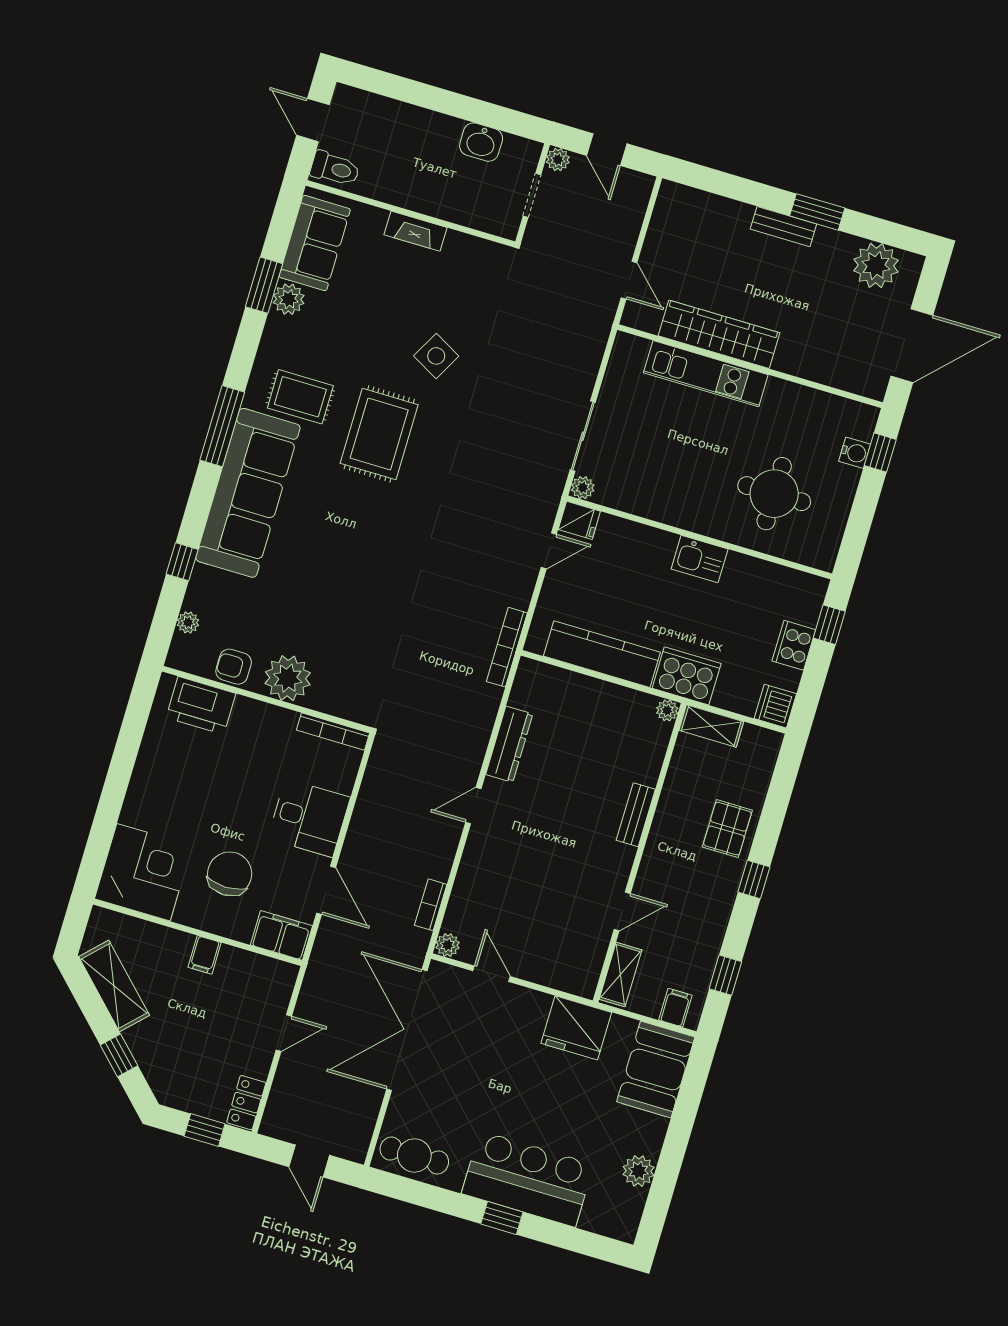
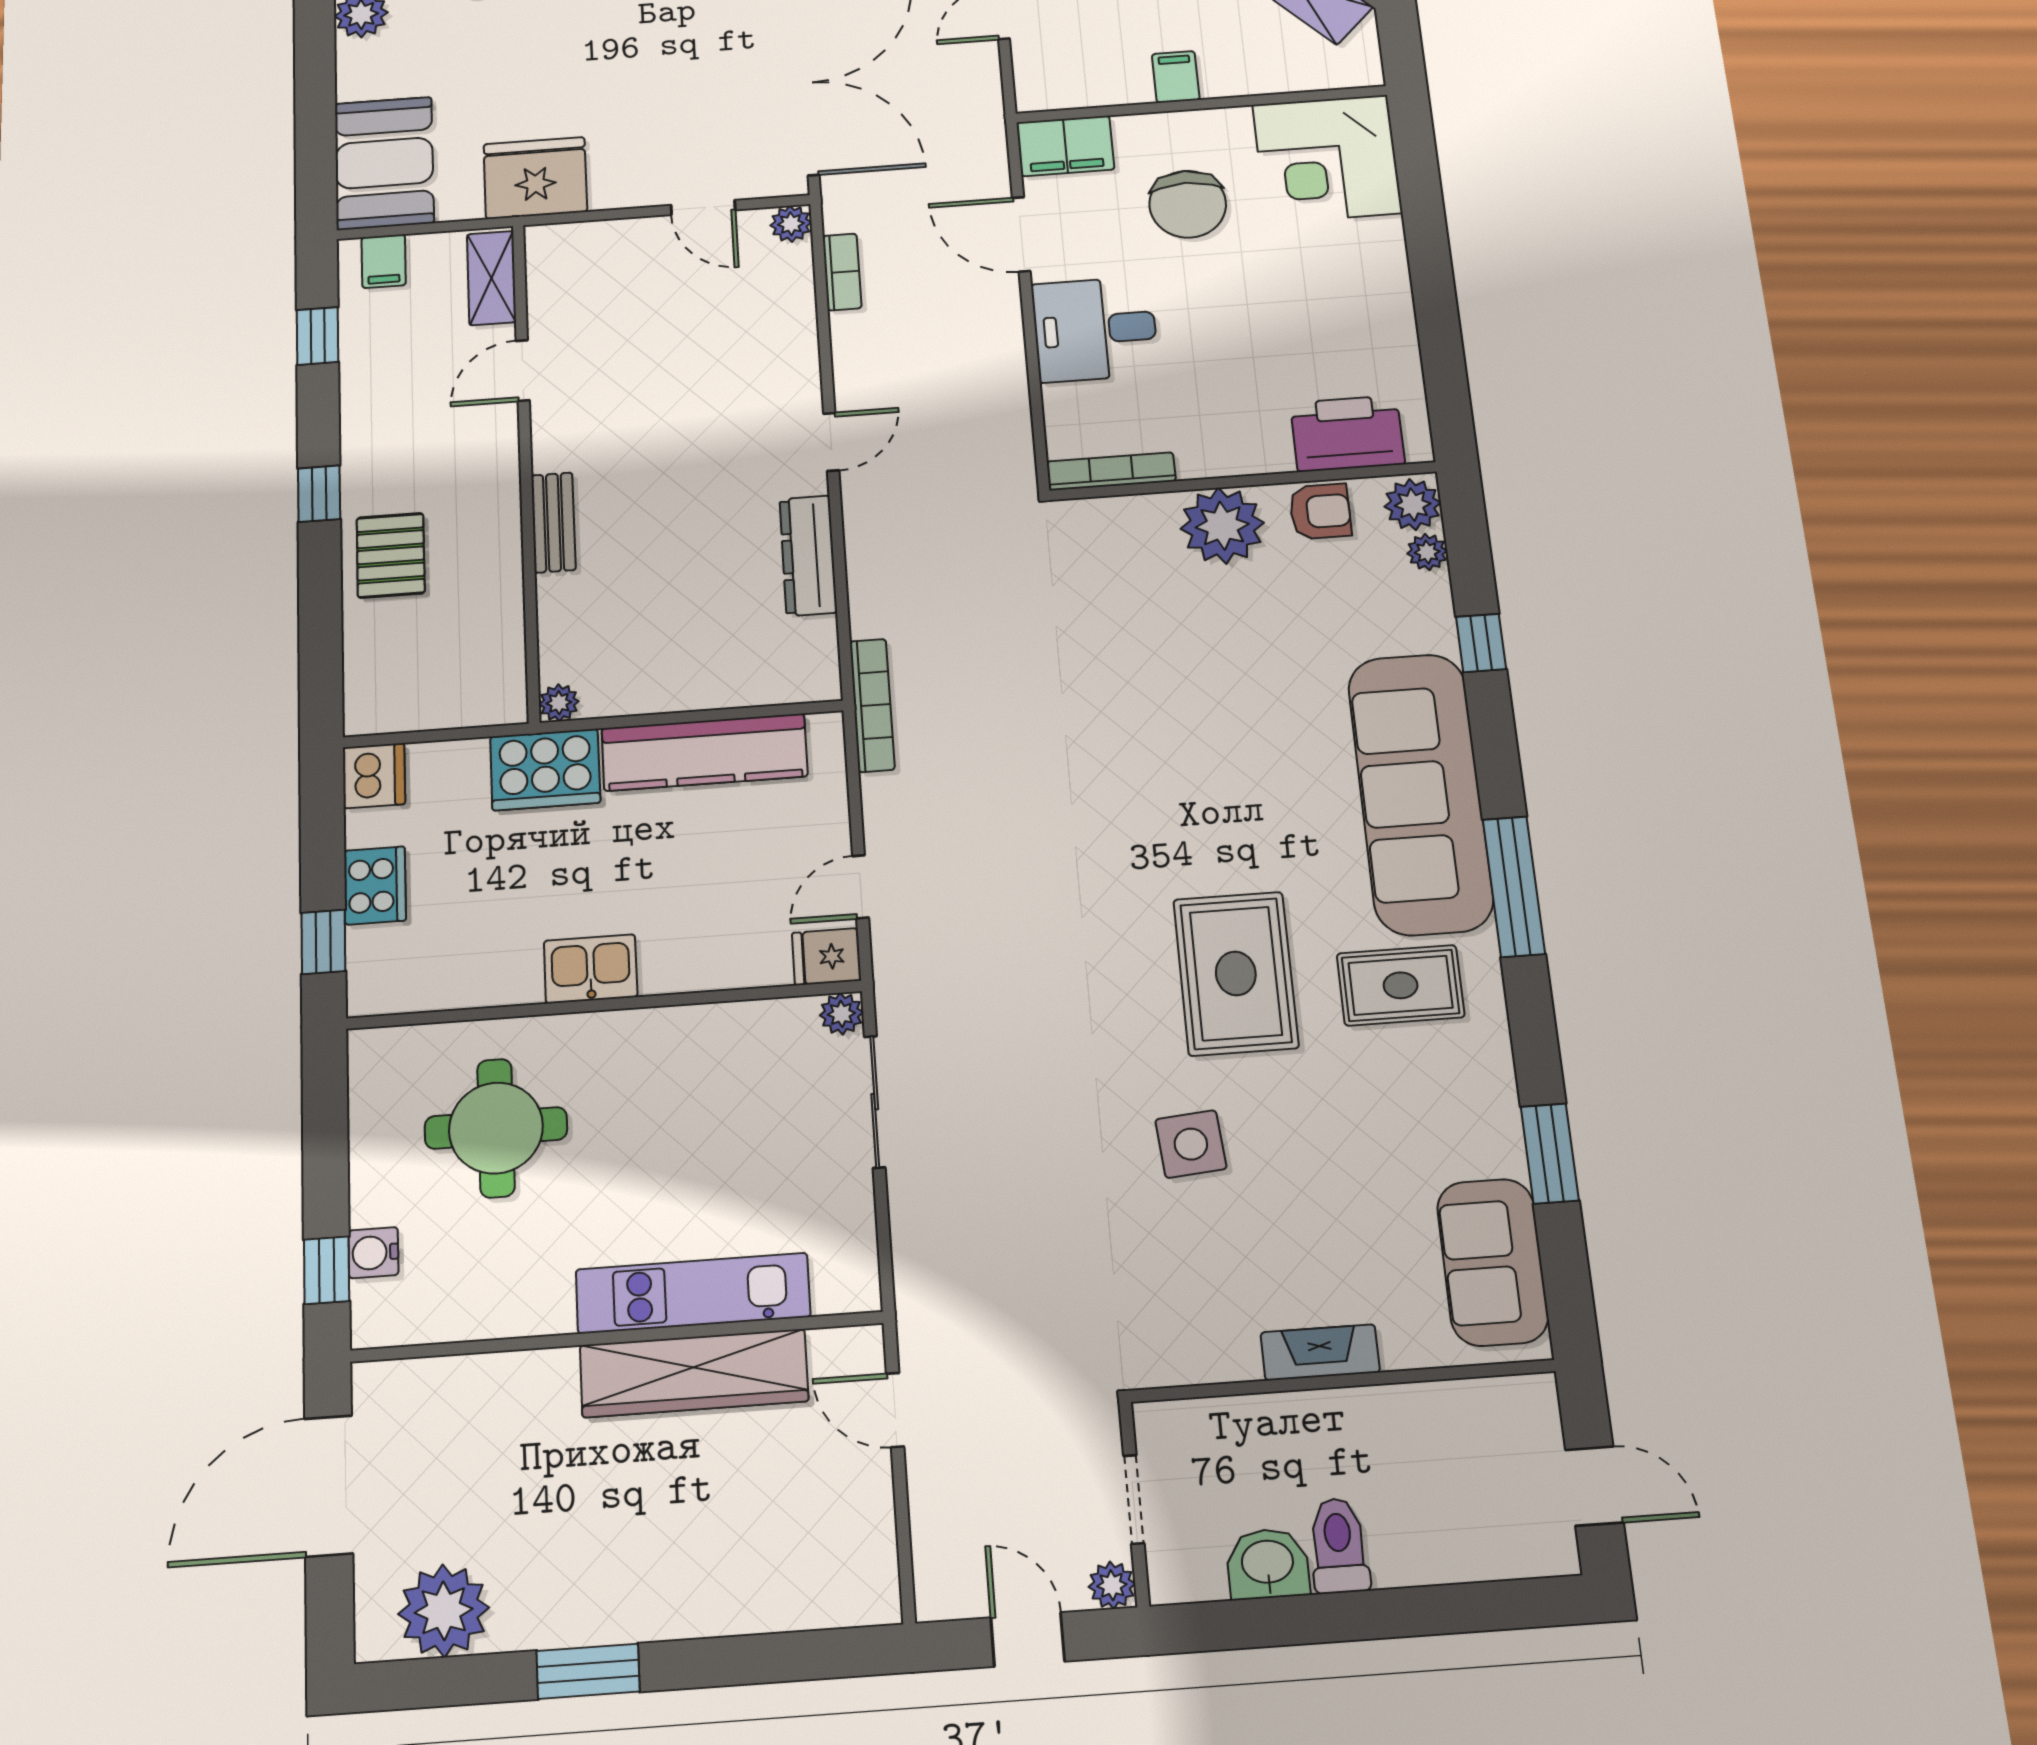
toilet: (335, 169) -> (1339, 1546), moved, turned 90
bench: (783, 227) -> (643, 1619), removed
plant: (289, 299) -> (1413, 505), moved
side table: (436, 356) -> (1191, 1144), turned -34
shelving: (711, 726) -> (474, 705), removed

